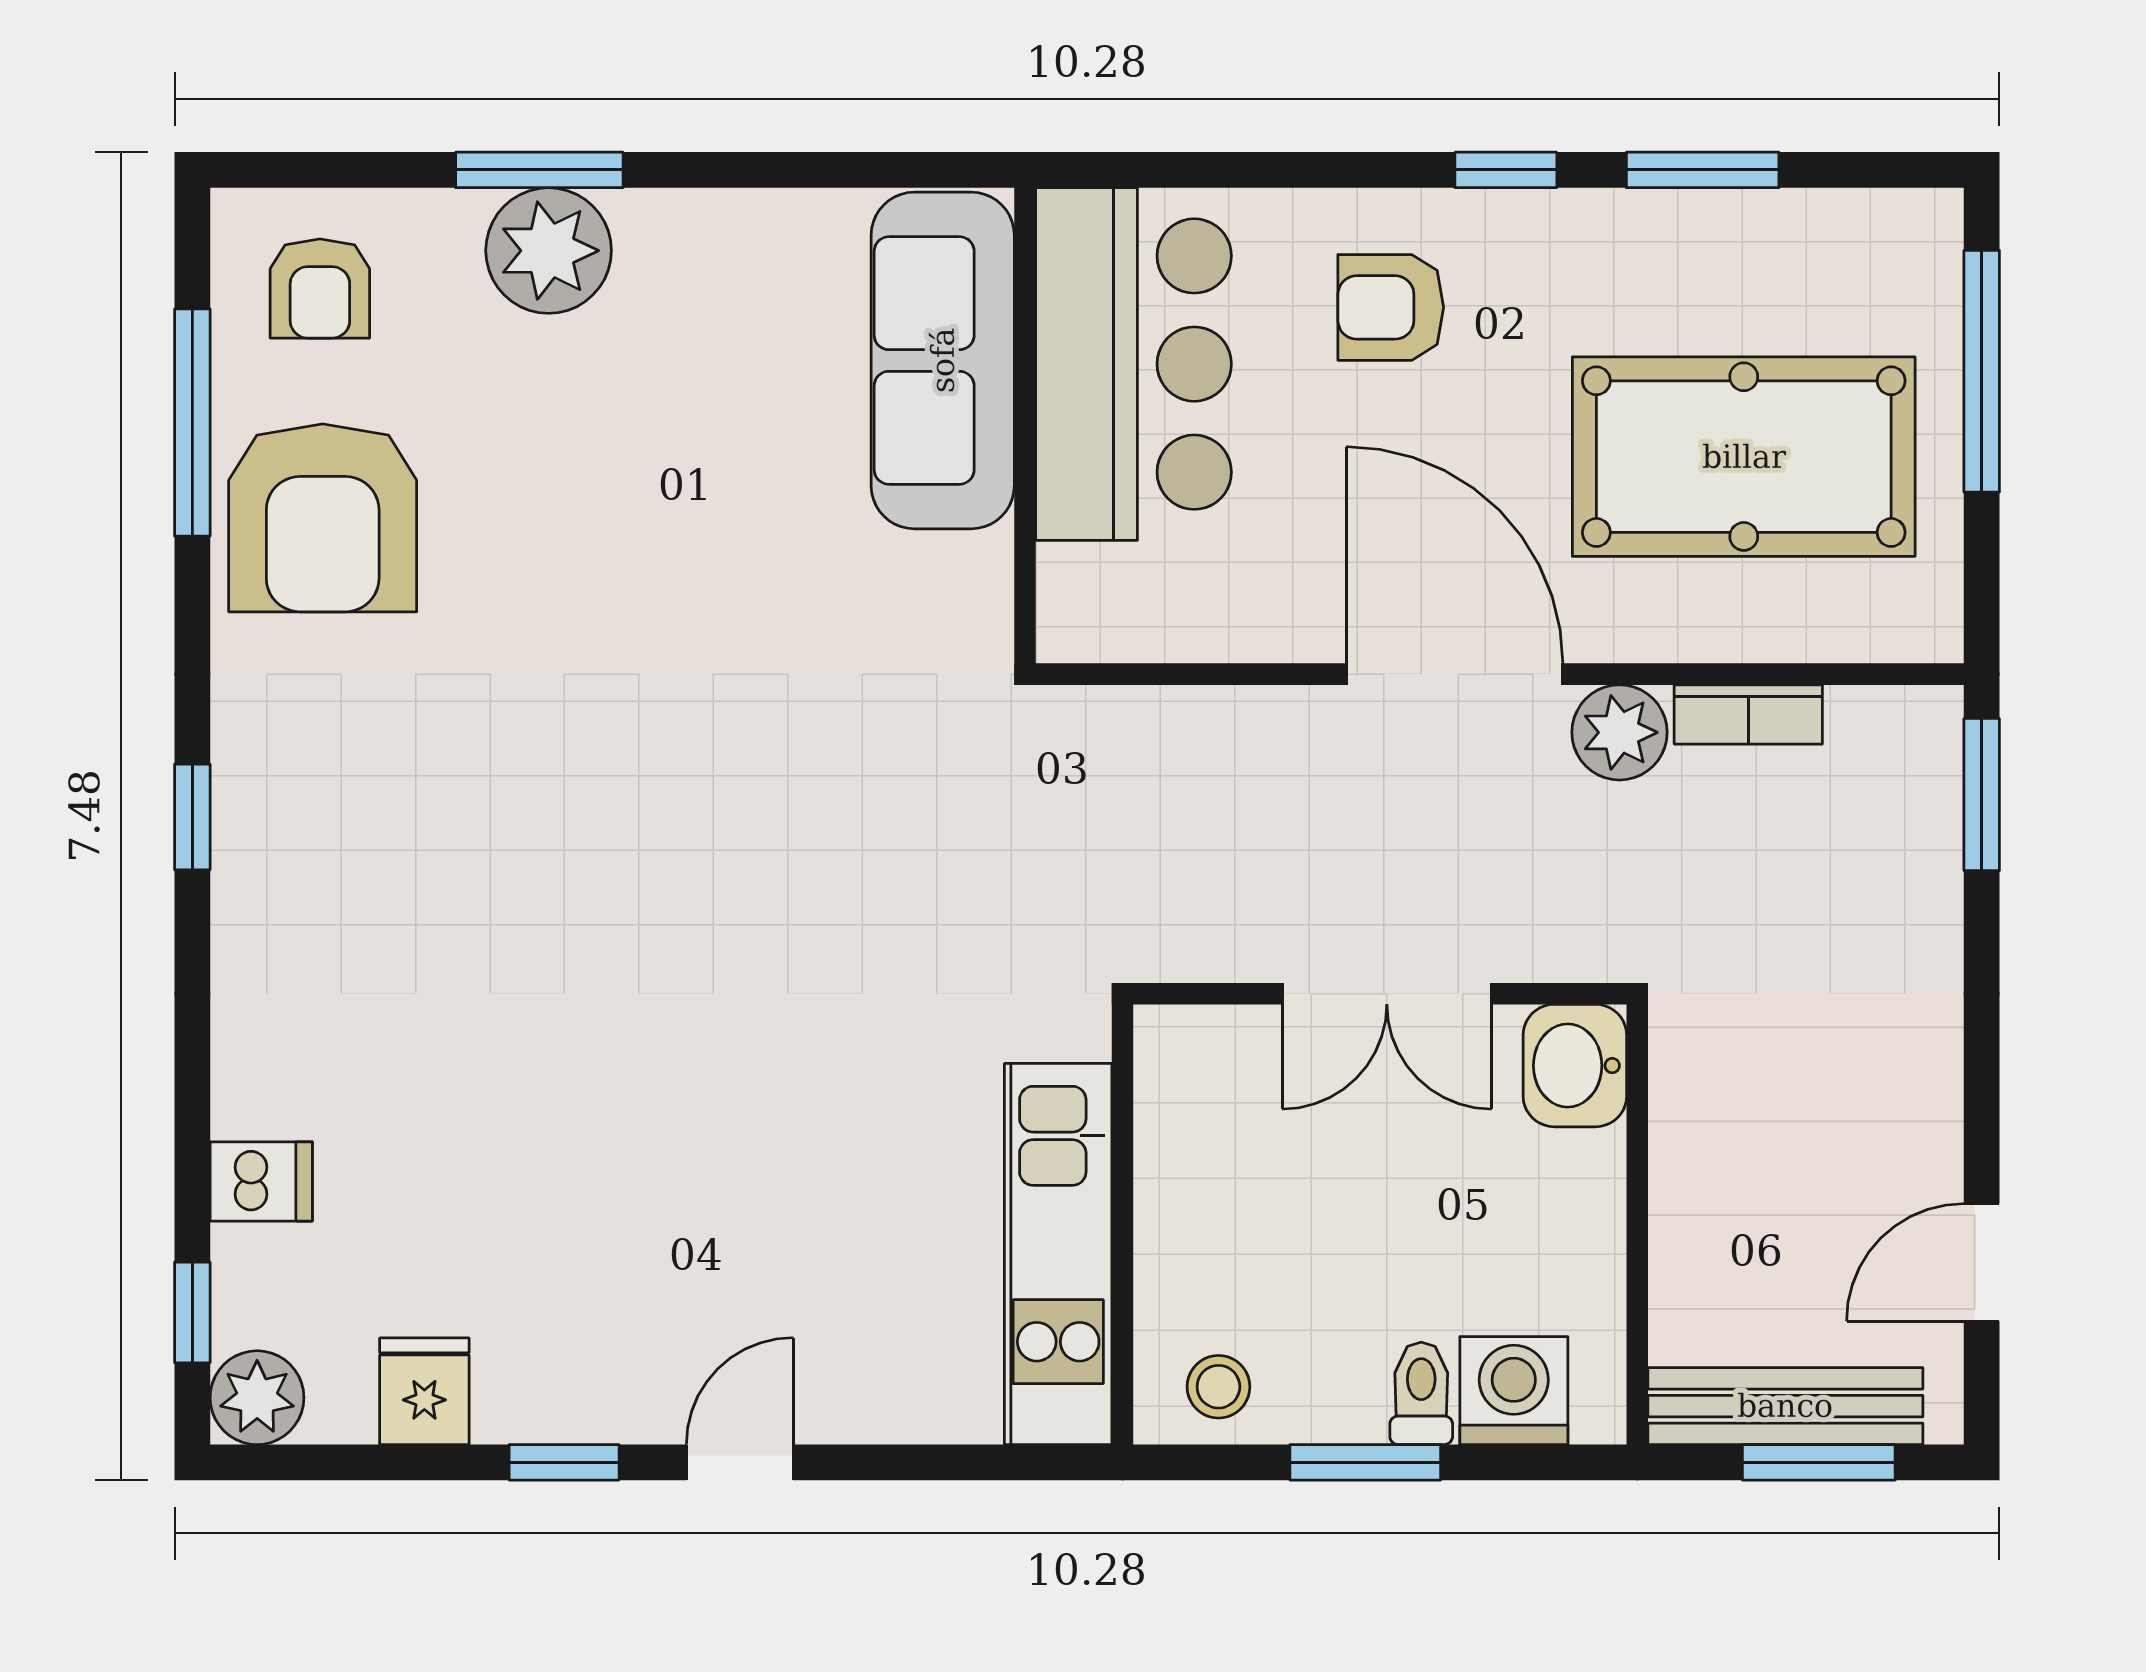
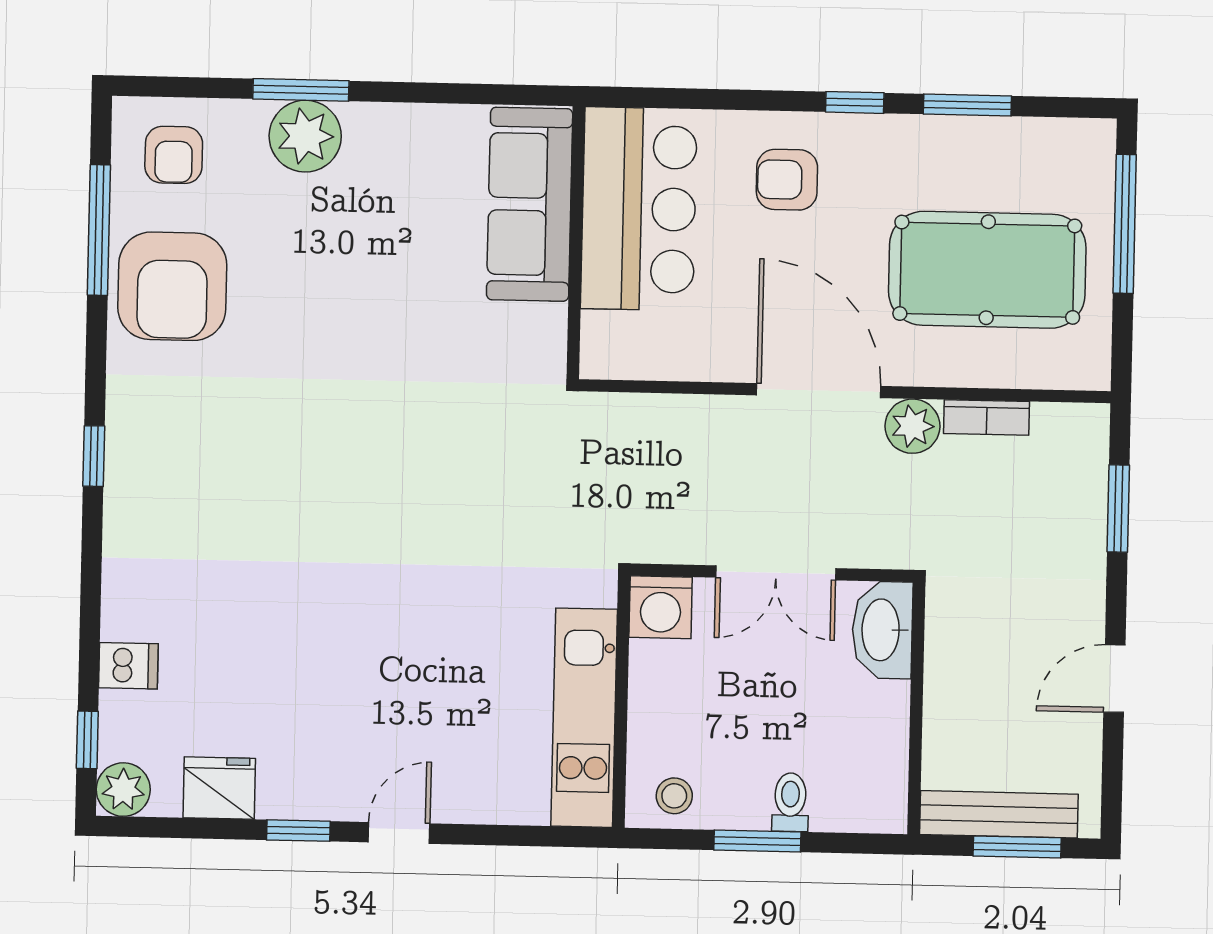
window: (1982, 795) -> (1118, 509), moved
washbasin: (1575, 1066) -> (882, 630), width x1.38
door: (1982, 1262) -> (1114, 679), moved
fridge: (424, 1391) -> (219, 788), width x1.38
washing machine: (1514, 1391) -> (661, 607), moved, turned 180

